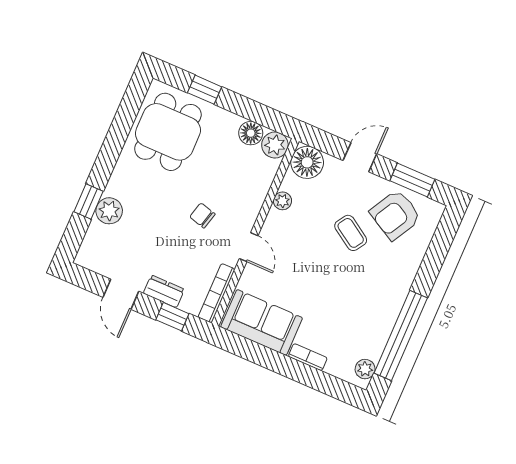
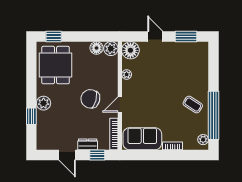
window: (205, 90) -> (54, 36), moved
door: (360, 157) -> (155, 36), hinge flipped
plant: (109, 211) -> (44, 103), moved
chair: (202, 215) -> (90, 99), width x1.87, depth x1.87
armchair: (395, 215) -> (185, 57), removed
coffee table: (351, 233) -> (193, 105), moved
door: (249, 247) -> (120, 104), swing flipped

